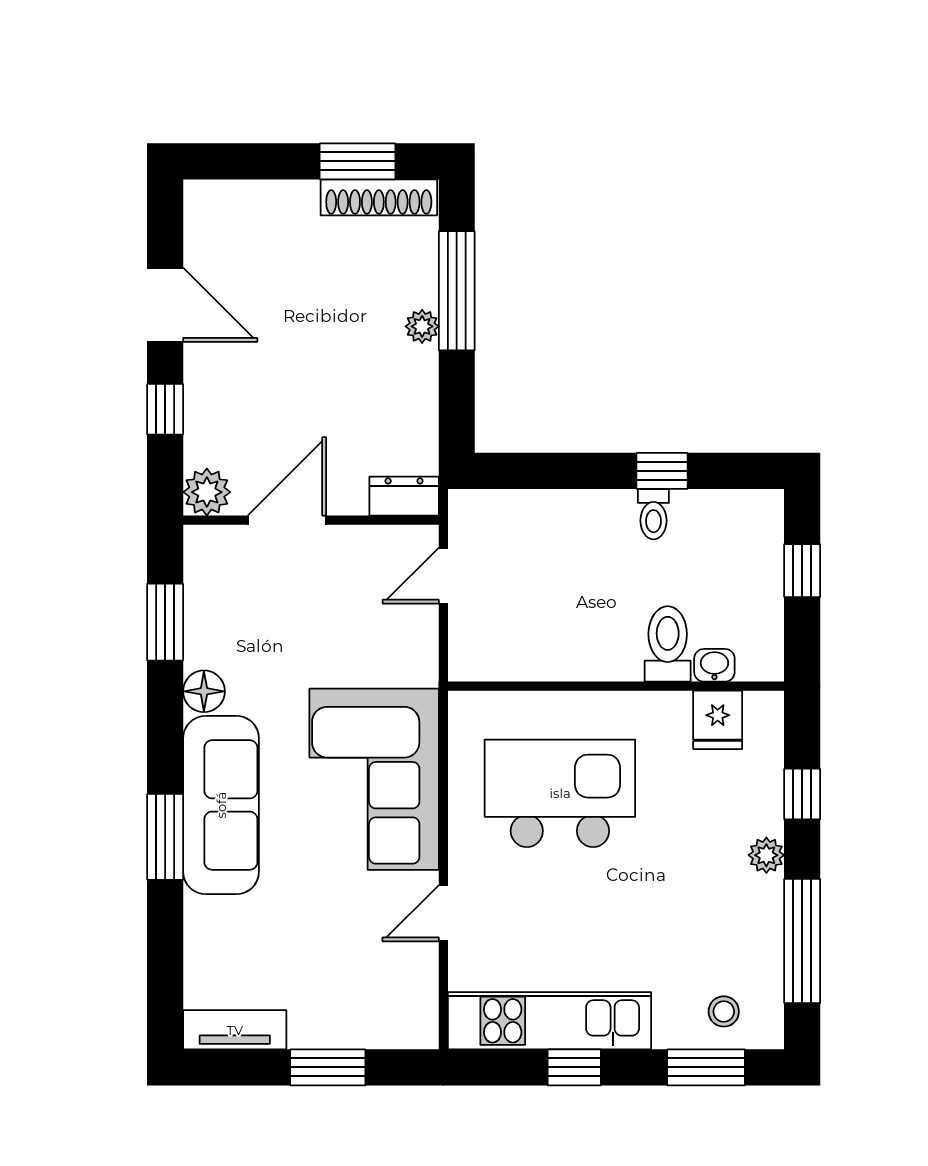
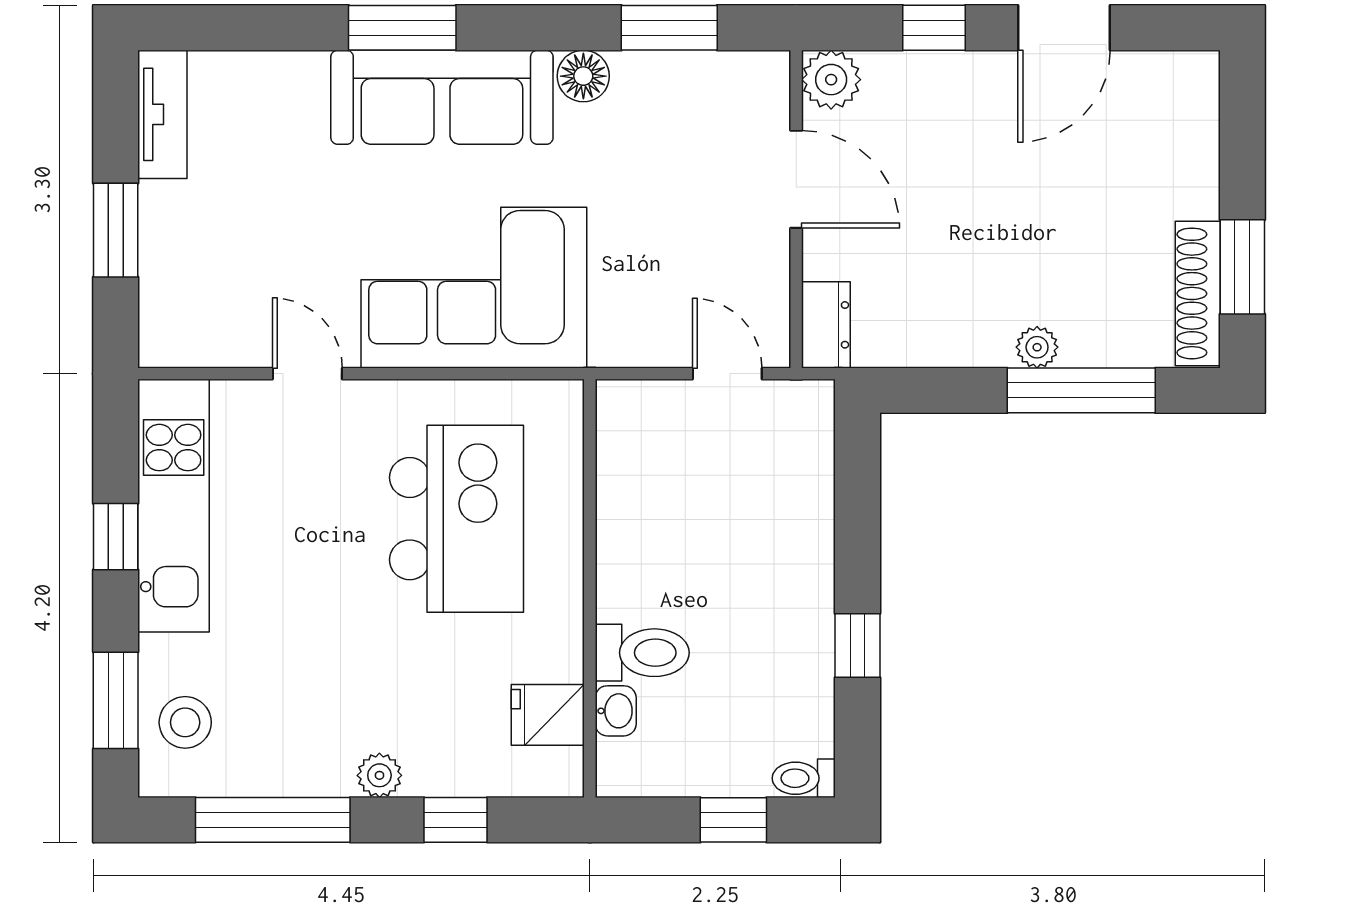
toilet: (653, 514) -> (804, 778), moved
stool: (724, 1011) -> (185, 722), width x1.37, depth x1.37

